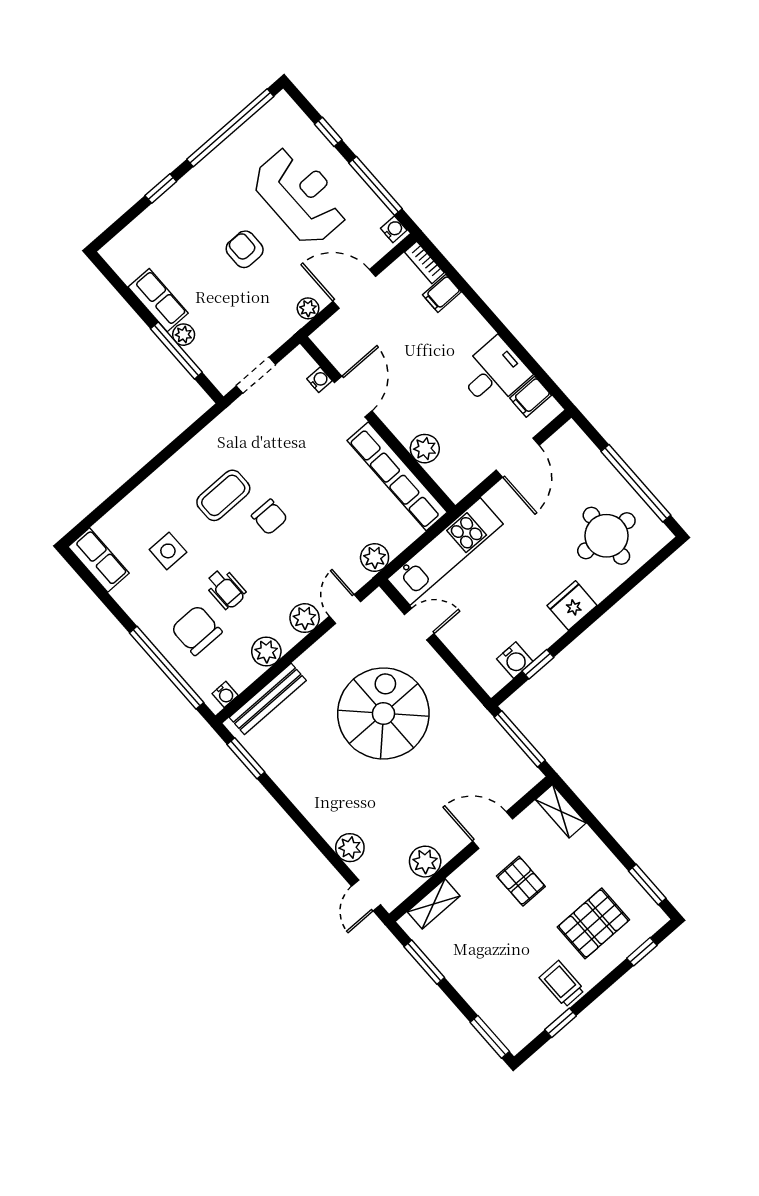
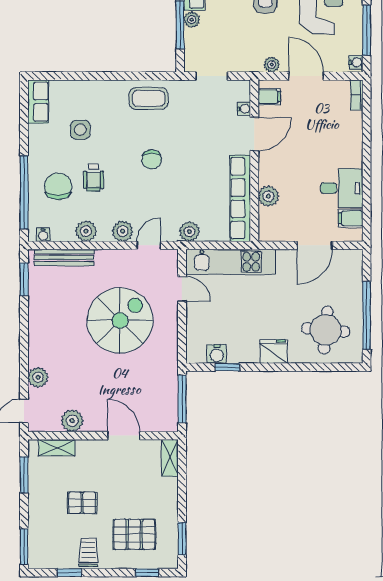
filing cabinet: (442, 293) -> (269, 97), moved, turned 180
coffee table: (223, 495) -> (148, 98), moved
pallet: (521, 881) -> (82, 503), moved, turned 90

